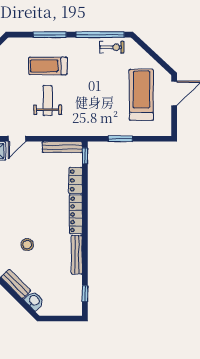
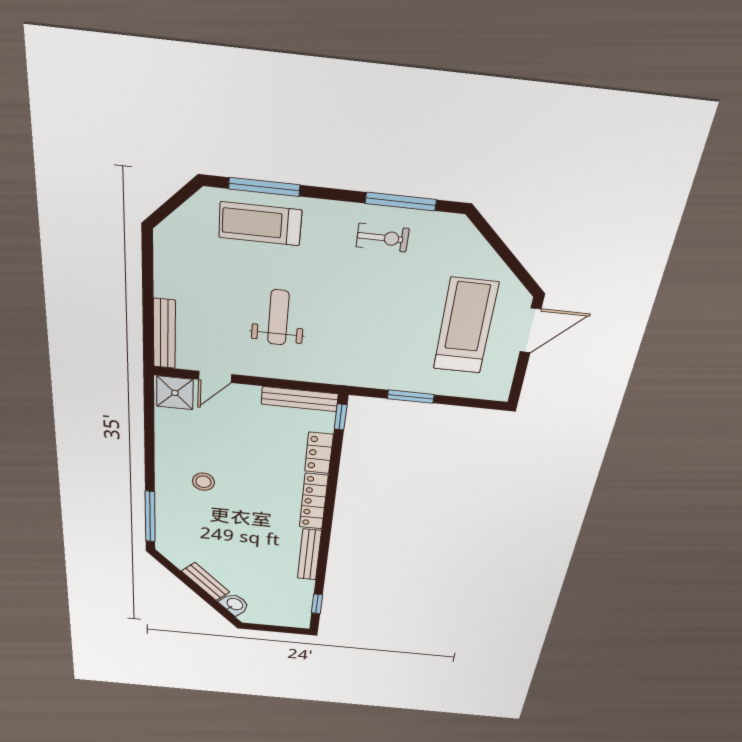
window: (50, 35) -> (264, 187), moved
window: (100, 35) -> (401, 202), width x0.68
exercise bike: (112, 47) -> (383, 238), moved
treadmill: (48, 66) -> (260, 224), moved
stool: (27, 245) -> (203, 482), moved

